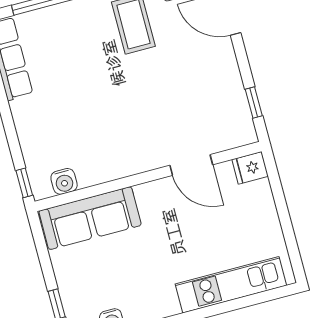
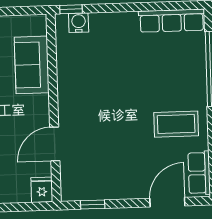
water cooler: (64, 181) -> (79, 23), moved, turned 90
sofa: (90, 218) -> (32, 65), width x0.73

